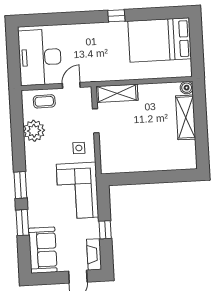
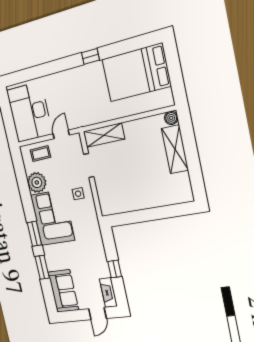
corner sofa: (78, 191) -> (52, 218), moved, turned 180

